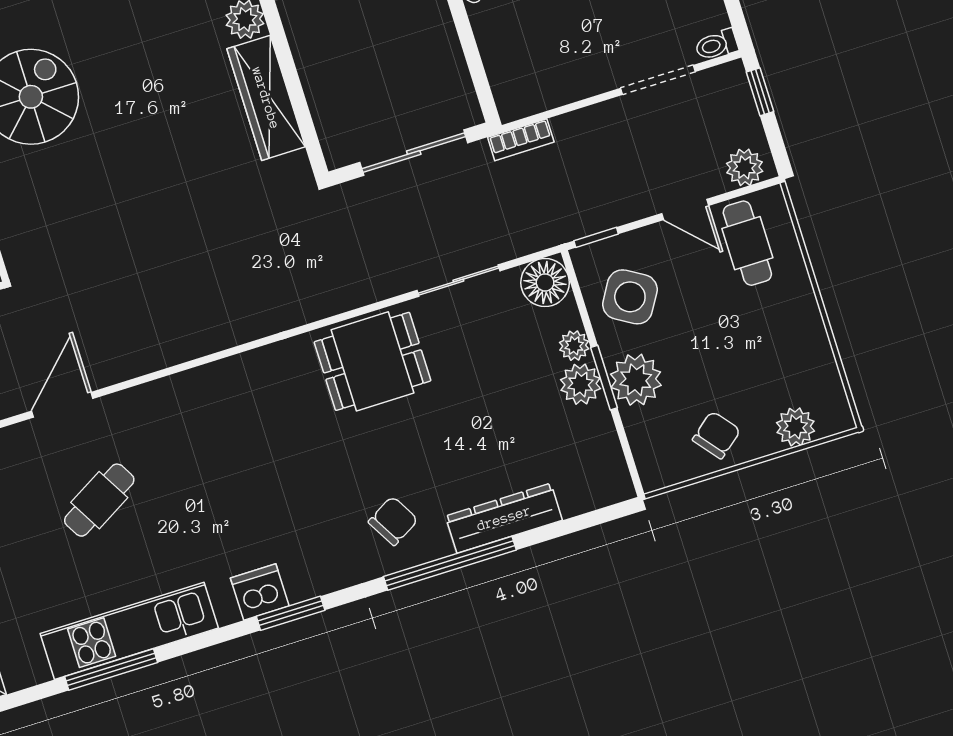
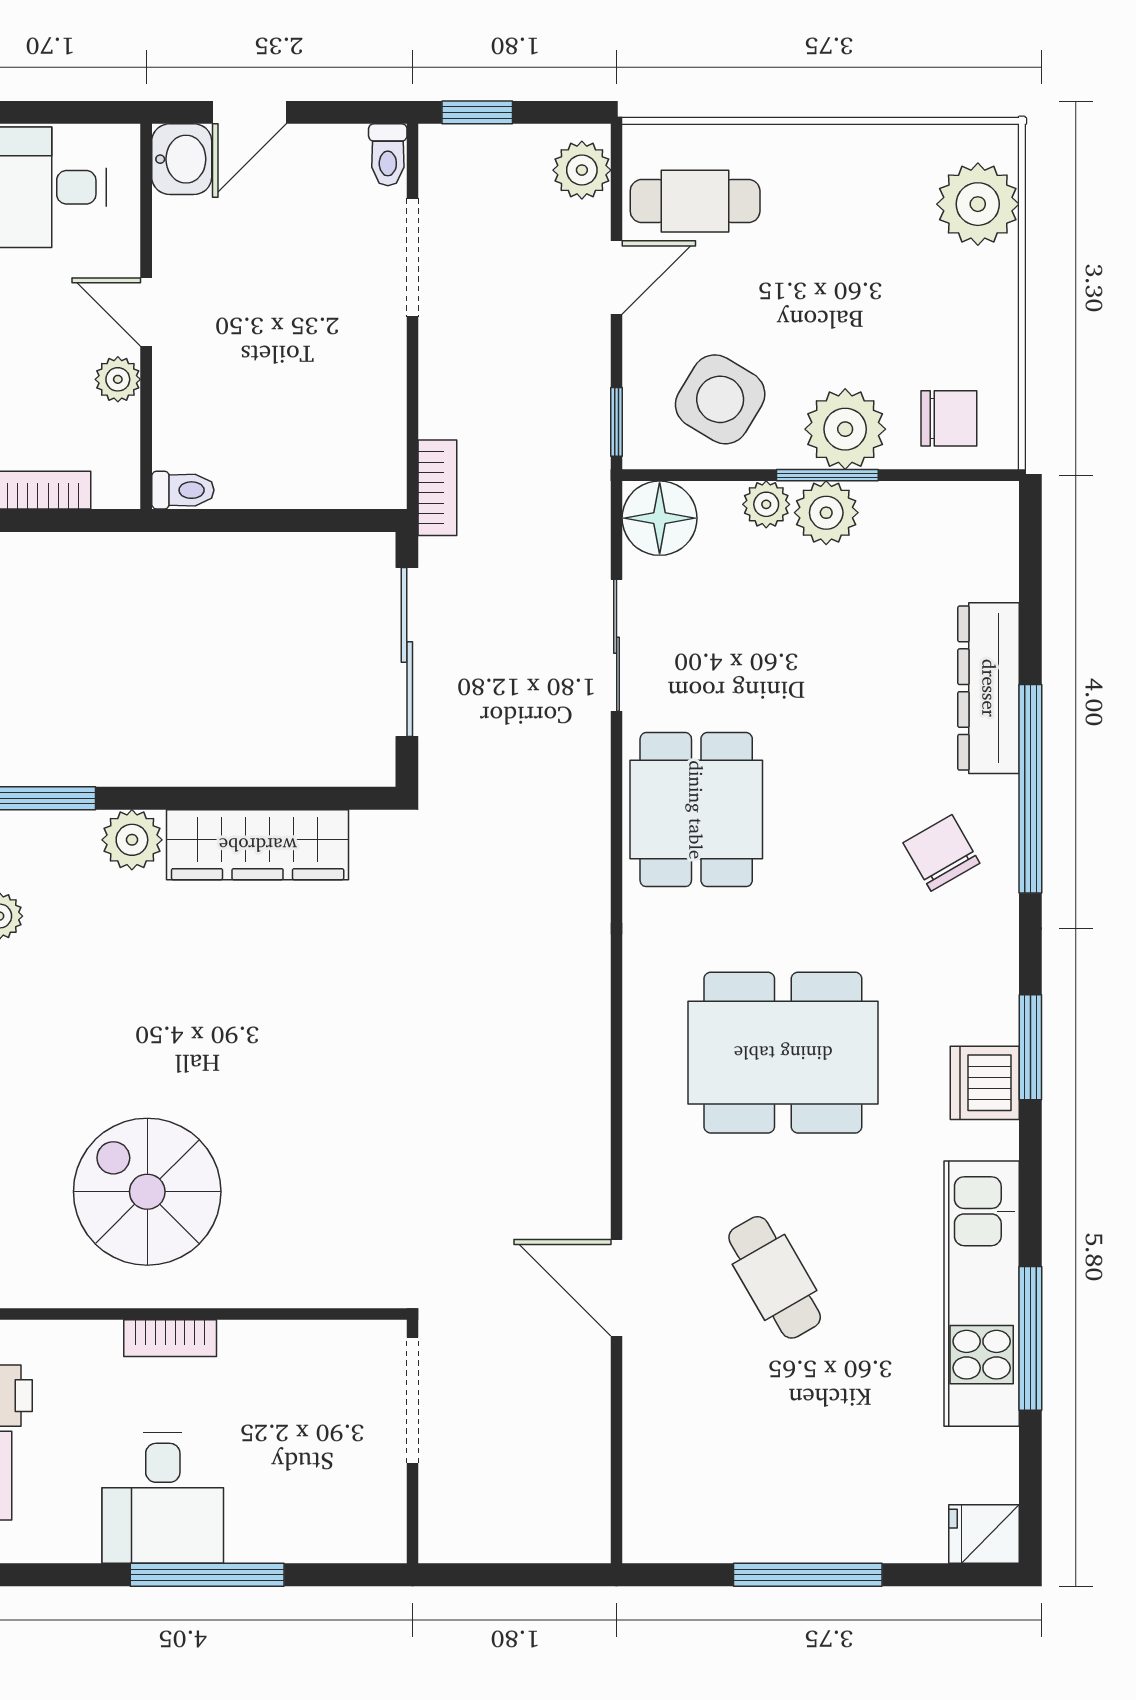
plant: (795, 427) -> (978, 204), width x1.36, depth x1.36
chair: (716, 435) -> (949, 418), moved, turned 129
dining table: (239, 462) -> (783, 1053), added

